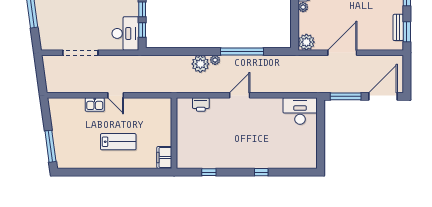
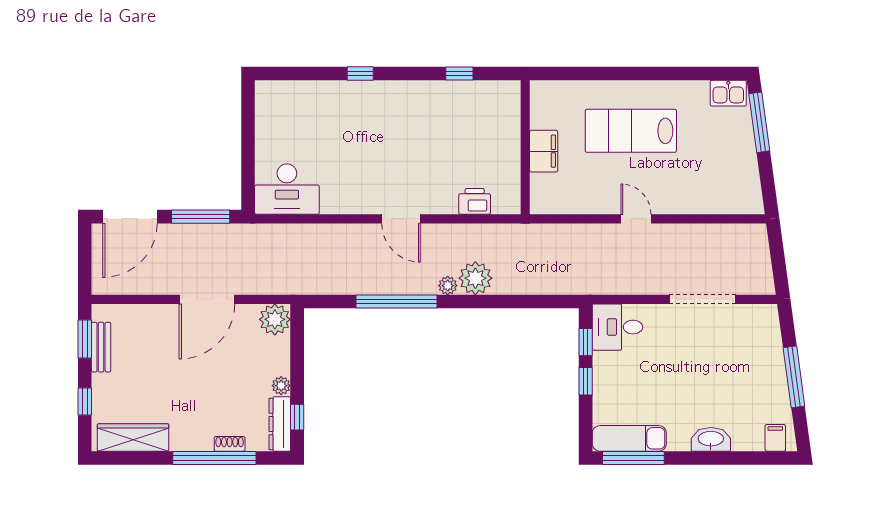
desk: (125, 33) -> (617, 327), width x0.73
door: (240, 95) -> (401, 219), hinge flipped
kitchen sink: (95, 104) -> (728, 93), moved, turned 180
lab bench: (118, 142) -> (631, 131), width x1.36, depth x1.39
filing cabinet: (164, 157) -> (544, 151), moved

